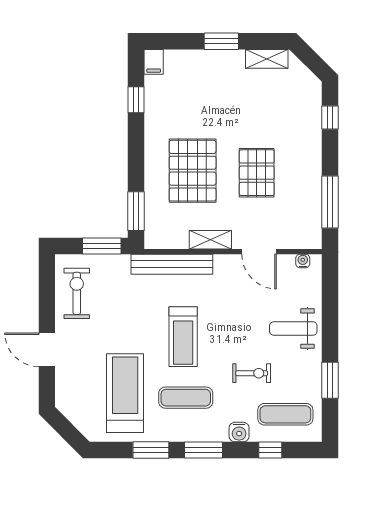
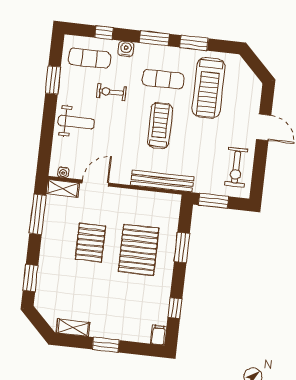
window: (330, 118) -> (30, 278), width x1.50
window: (136, 211) -> (182, 248), moved
shelving: (210, 240) -> (63, 188), moved
door: (259, 252) -> (95, 183), hinge flipped

